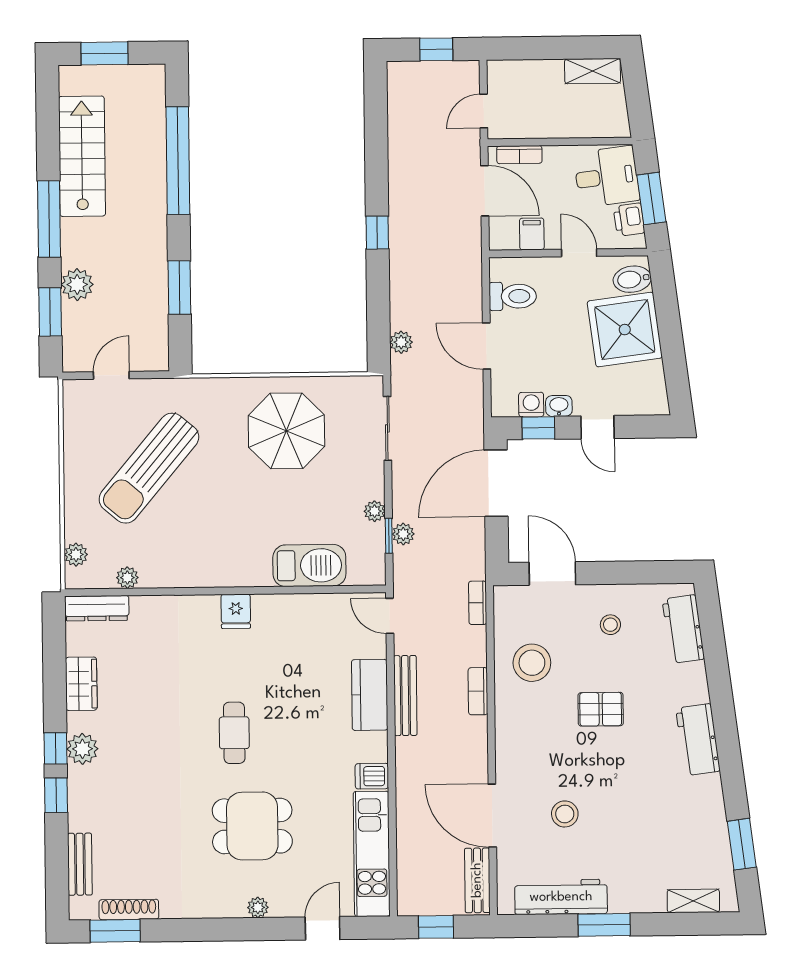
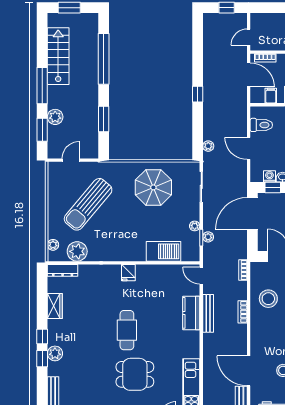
plant: (127, 578) -> (77, 251), width x1.88, depth x1.88
cafe table: (234, 733) -> (127, 330), width x1.37, depth x1.35
plant: (82, 749) -> (55, 353), moved
dishwasher: (372, 776) -> (192, 351), removed

